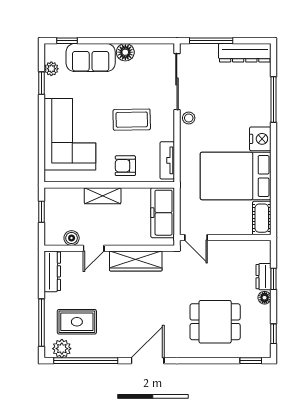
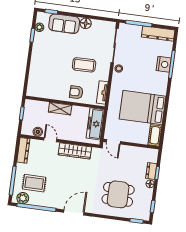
corner sofa: (70, 134) -> (45, 69), removed
nightstand: (260, 139) -> (164, 64), moved
door: (94, 248) -> (50, 140), swing flipped

